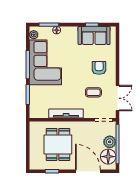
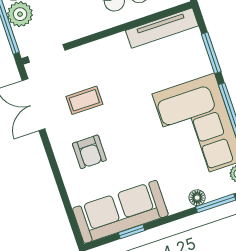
sofa: (94, 35) -> (120, 212), width x1.36
tv unit: (66, 114) -> (162, 28), moved

